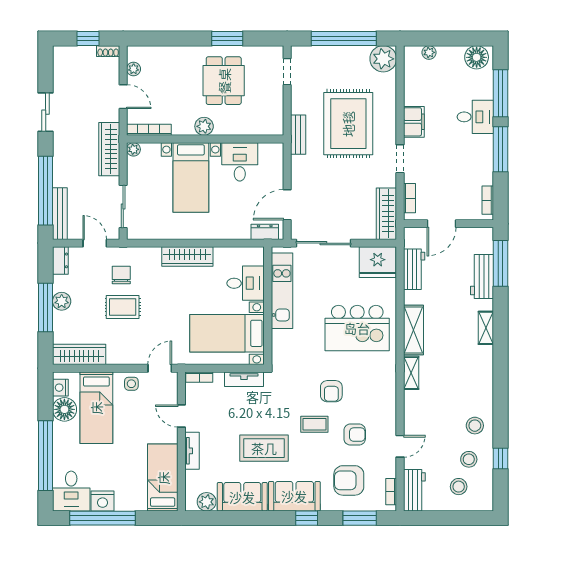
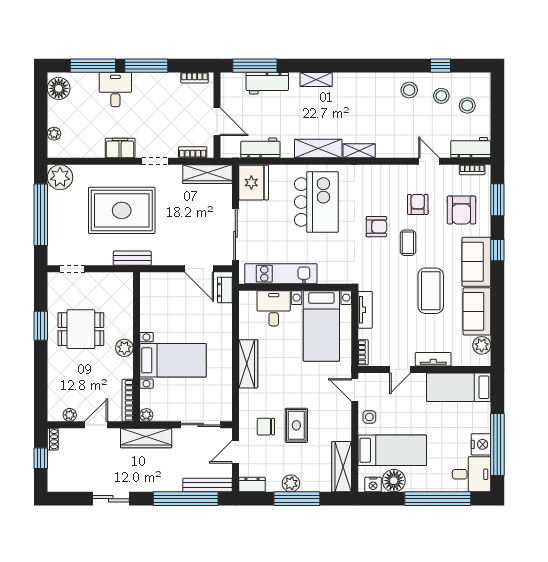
desk: (240, 162) -> (158, 314), removed

